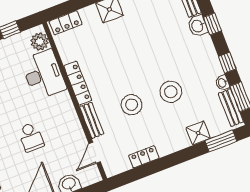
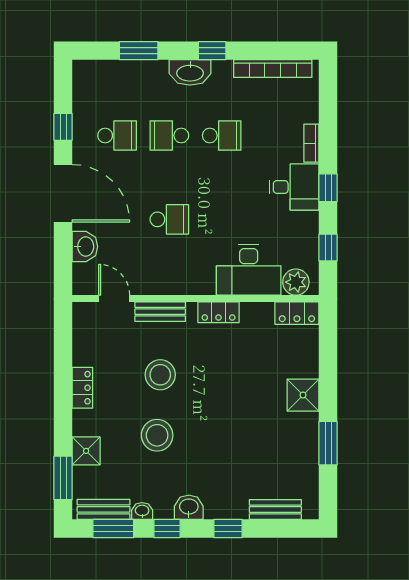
locker: (66, 23) -> (297, 313), moved, turned -90
washbasin: (198, 26) -> (189, 507), moved
locker: (78, 83) -> (219, 312), width x0.66
school desk: (31, 137) -> (169, 219), turned 180
locker: (144, 157) -> (82, 388), moved

